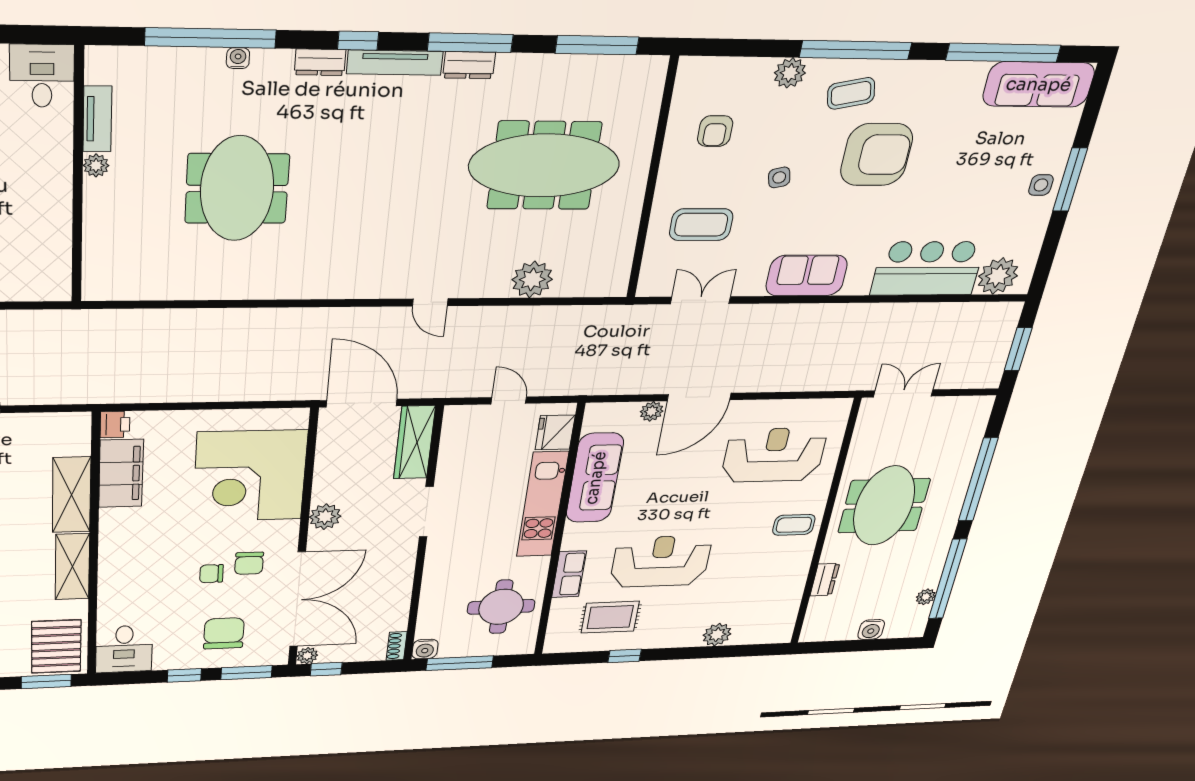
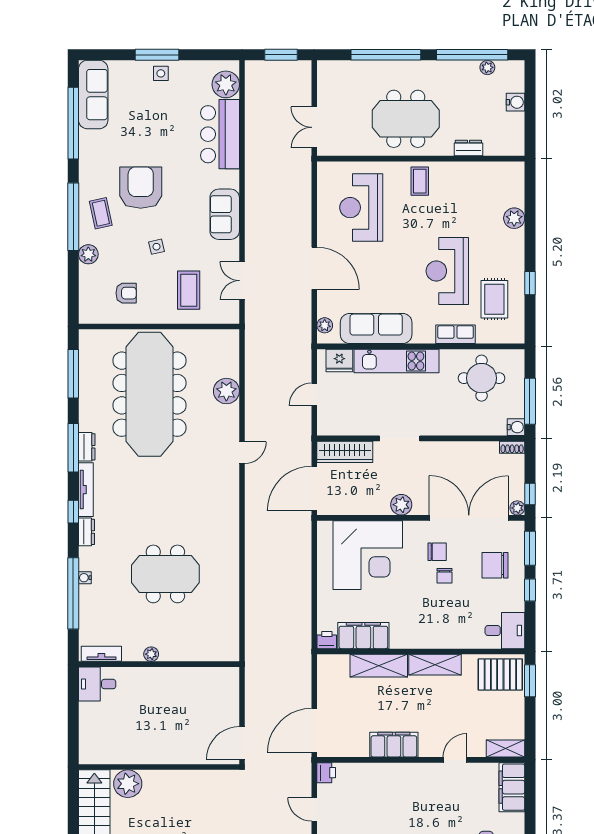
tv unit: (97, 119) -> (101, 654), moved
meeting table: (544, 166) -> (150, 394), width x1.36, depth x1.27
plant: (652, 411) -> (325, 325), moved

